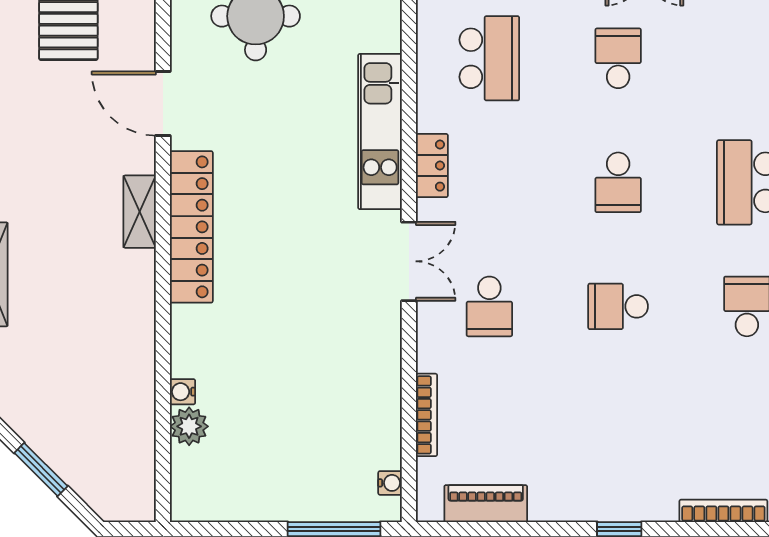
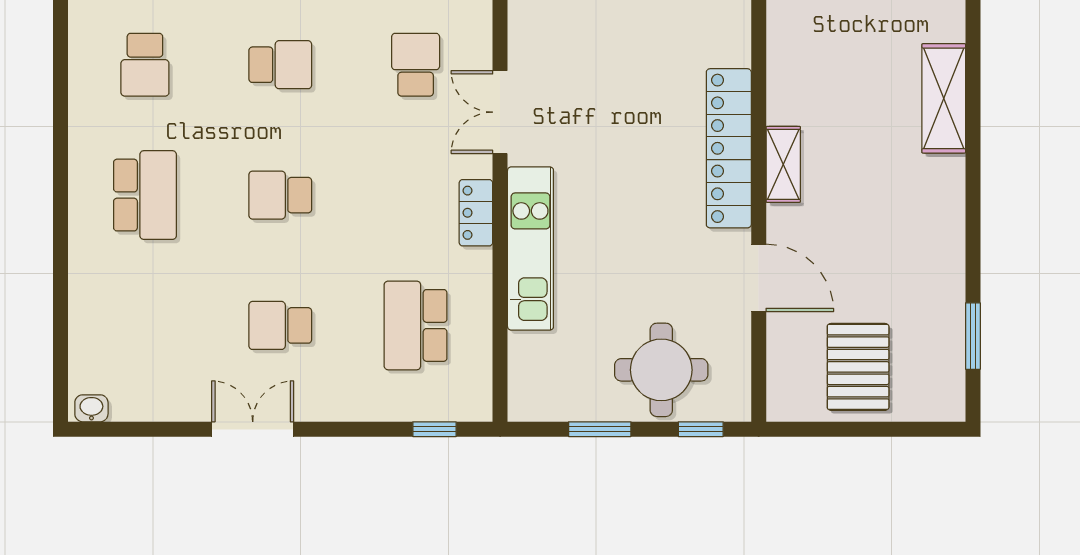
school desk: (618, 58) -> (280, 325), turned 90
school desk: (618, 182) -> (280, 195), turned -90

